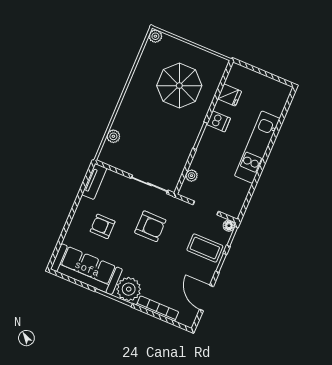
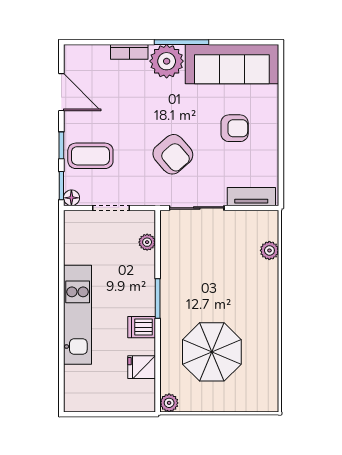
plant: (155, 36) -> (169, 403), moved
tv unit: (94, 181) -> (251, 197), moved, turned 90
armchair: (150, 226) -> (173, 154), turned -131
bookcase: (158, 309) -> (129, 52), width x0.64

